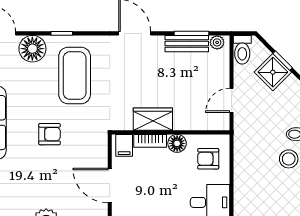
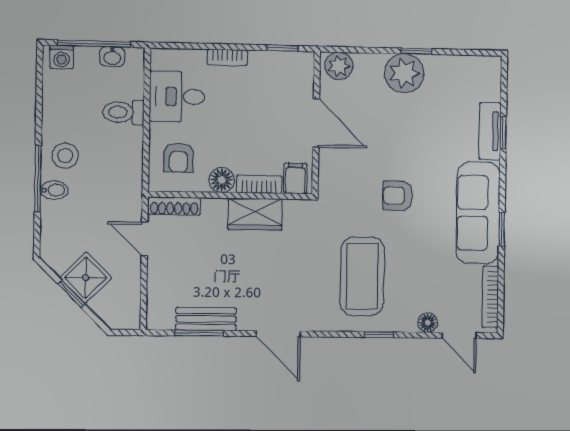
plant: (217, 42) -> (164, 320), removed
floor lamp: (32, 49) -> (428, 323), width x0.53, depth x0.53
toilet: (242, 50) -> (123, 112), moved, turned -90
door: (232, 100) -> (145, 239), swing flipped
shoe rack: (211, 124) -> (174, 206), added
armchair: (208, 159) -> (179, 158), turned 90

